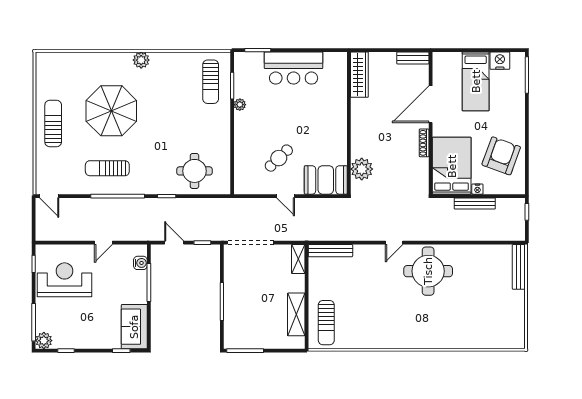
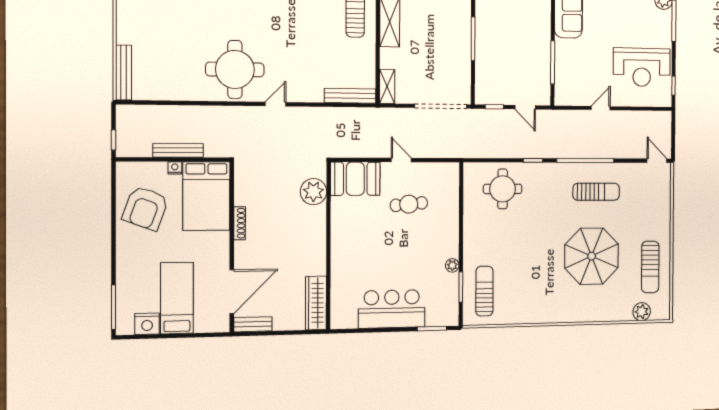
plant: (141, 60) -> (642, 312), moved
door: (431, 104) -> (232, 292), moved
sun lounger: (53, 124) -> (650, 267), moved
cafe table: (279, 158) -> (409, 204), turned 39
water cooler: (140, 263) -> (562, 85), removed

